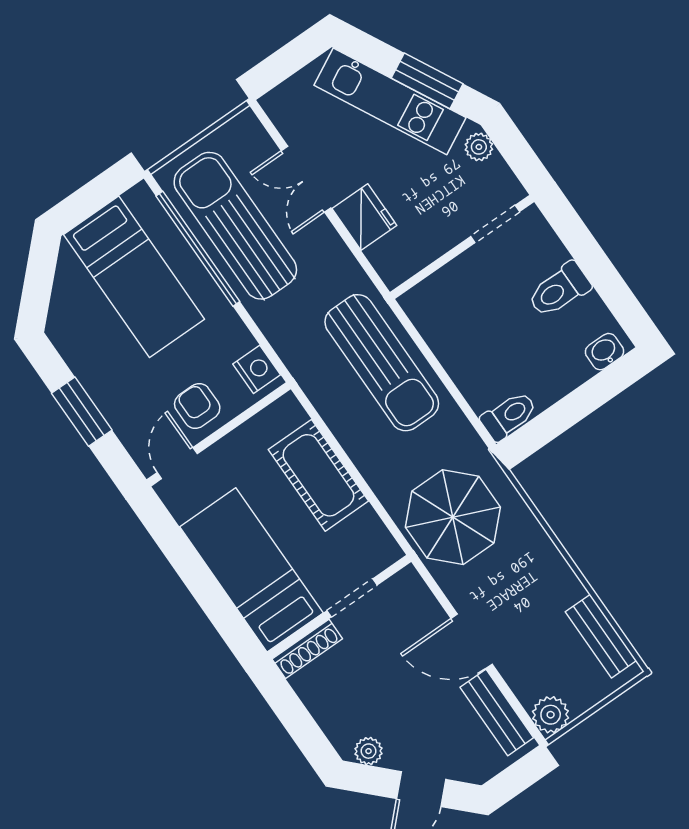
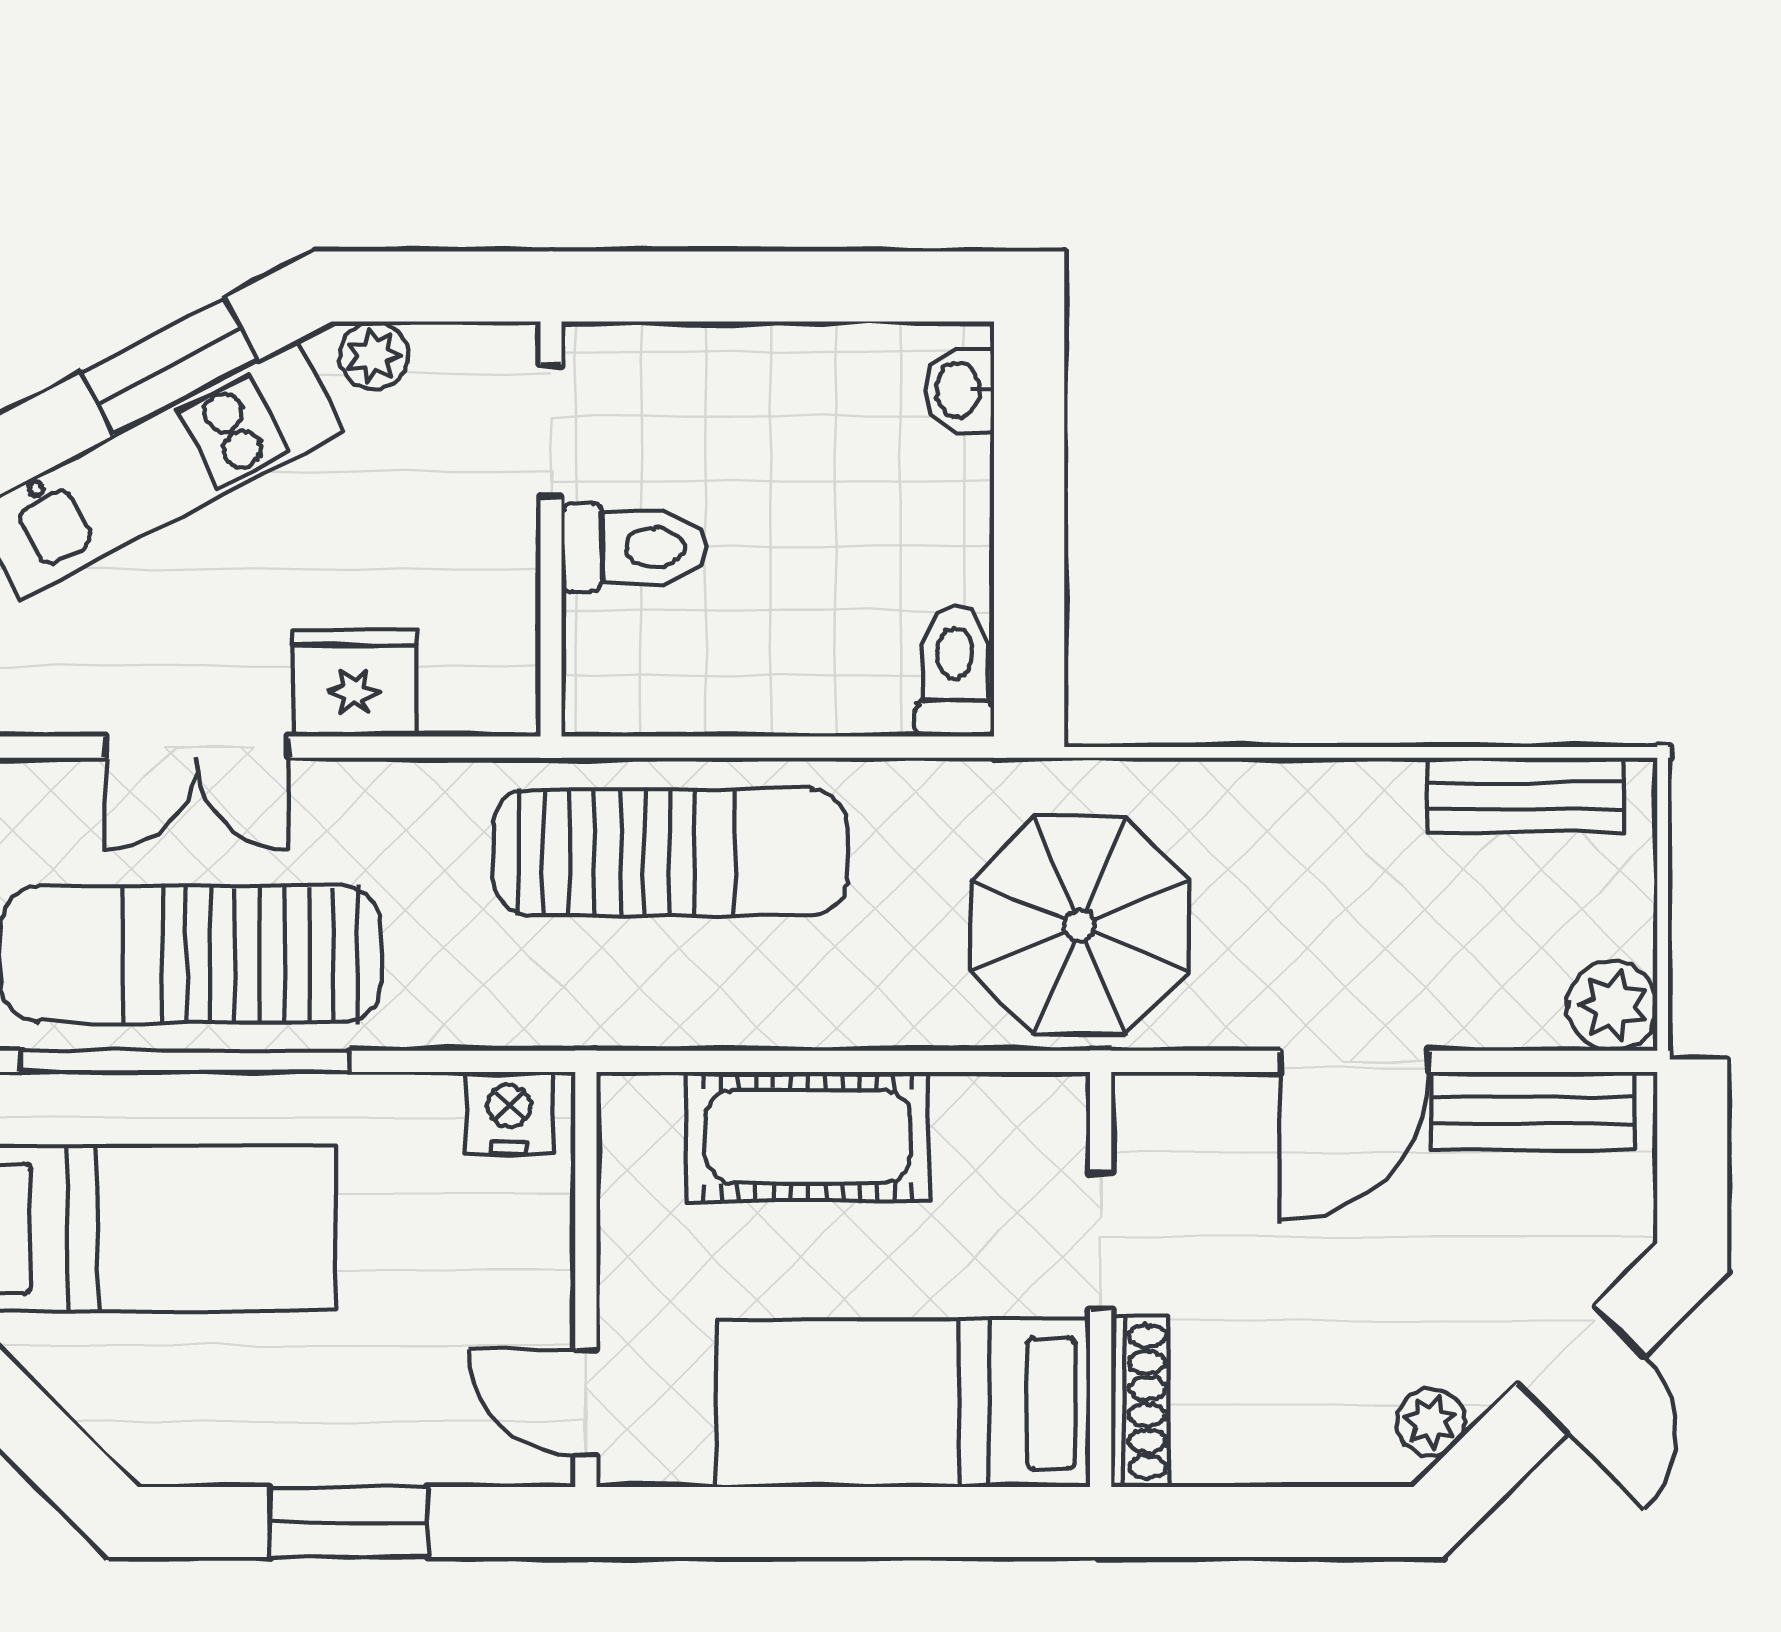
toilet: (559, 290) -> (634, 547), moved, turned -90
armchair: (197, 406) -> (499, 1283), removed

